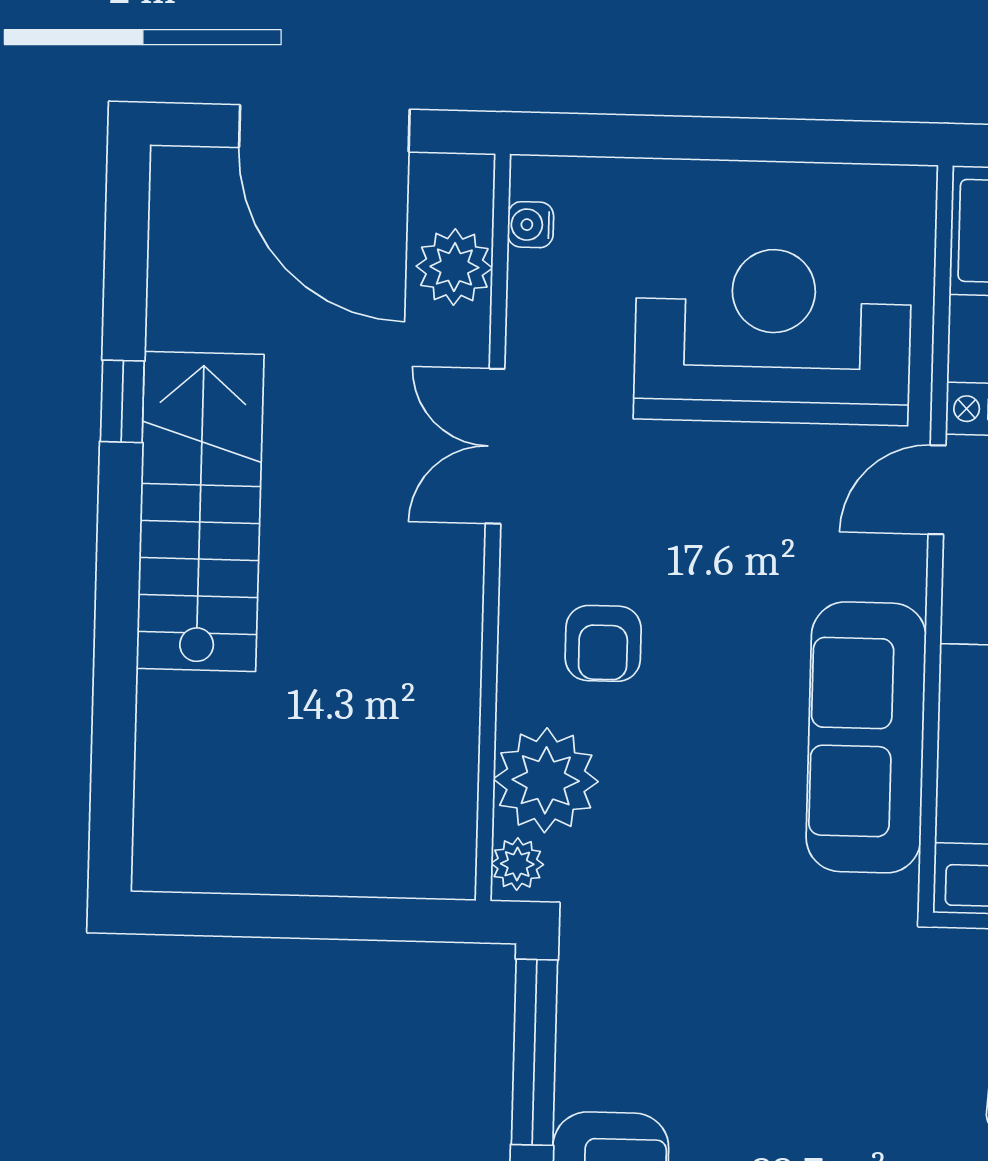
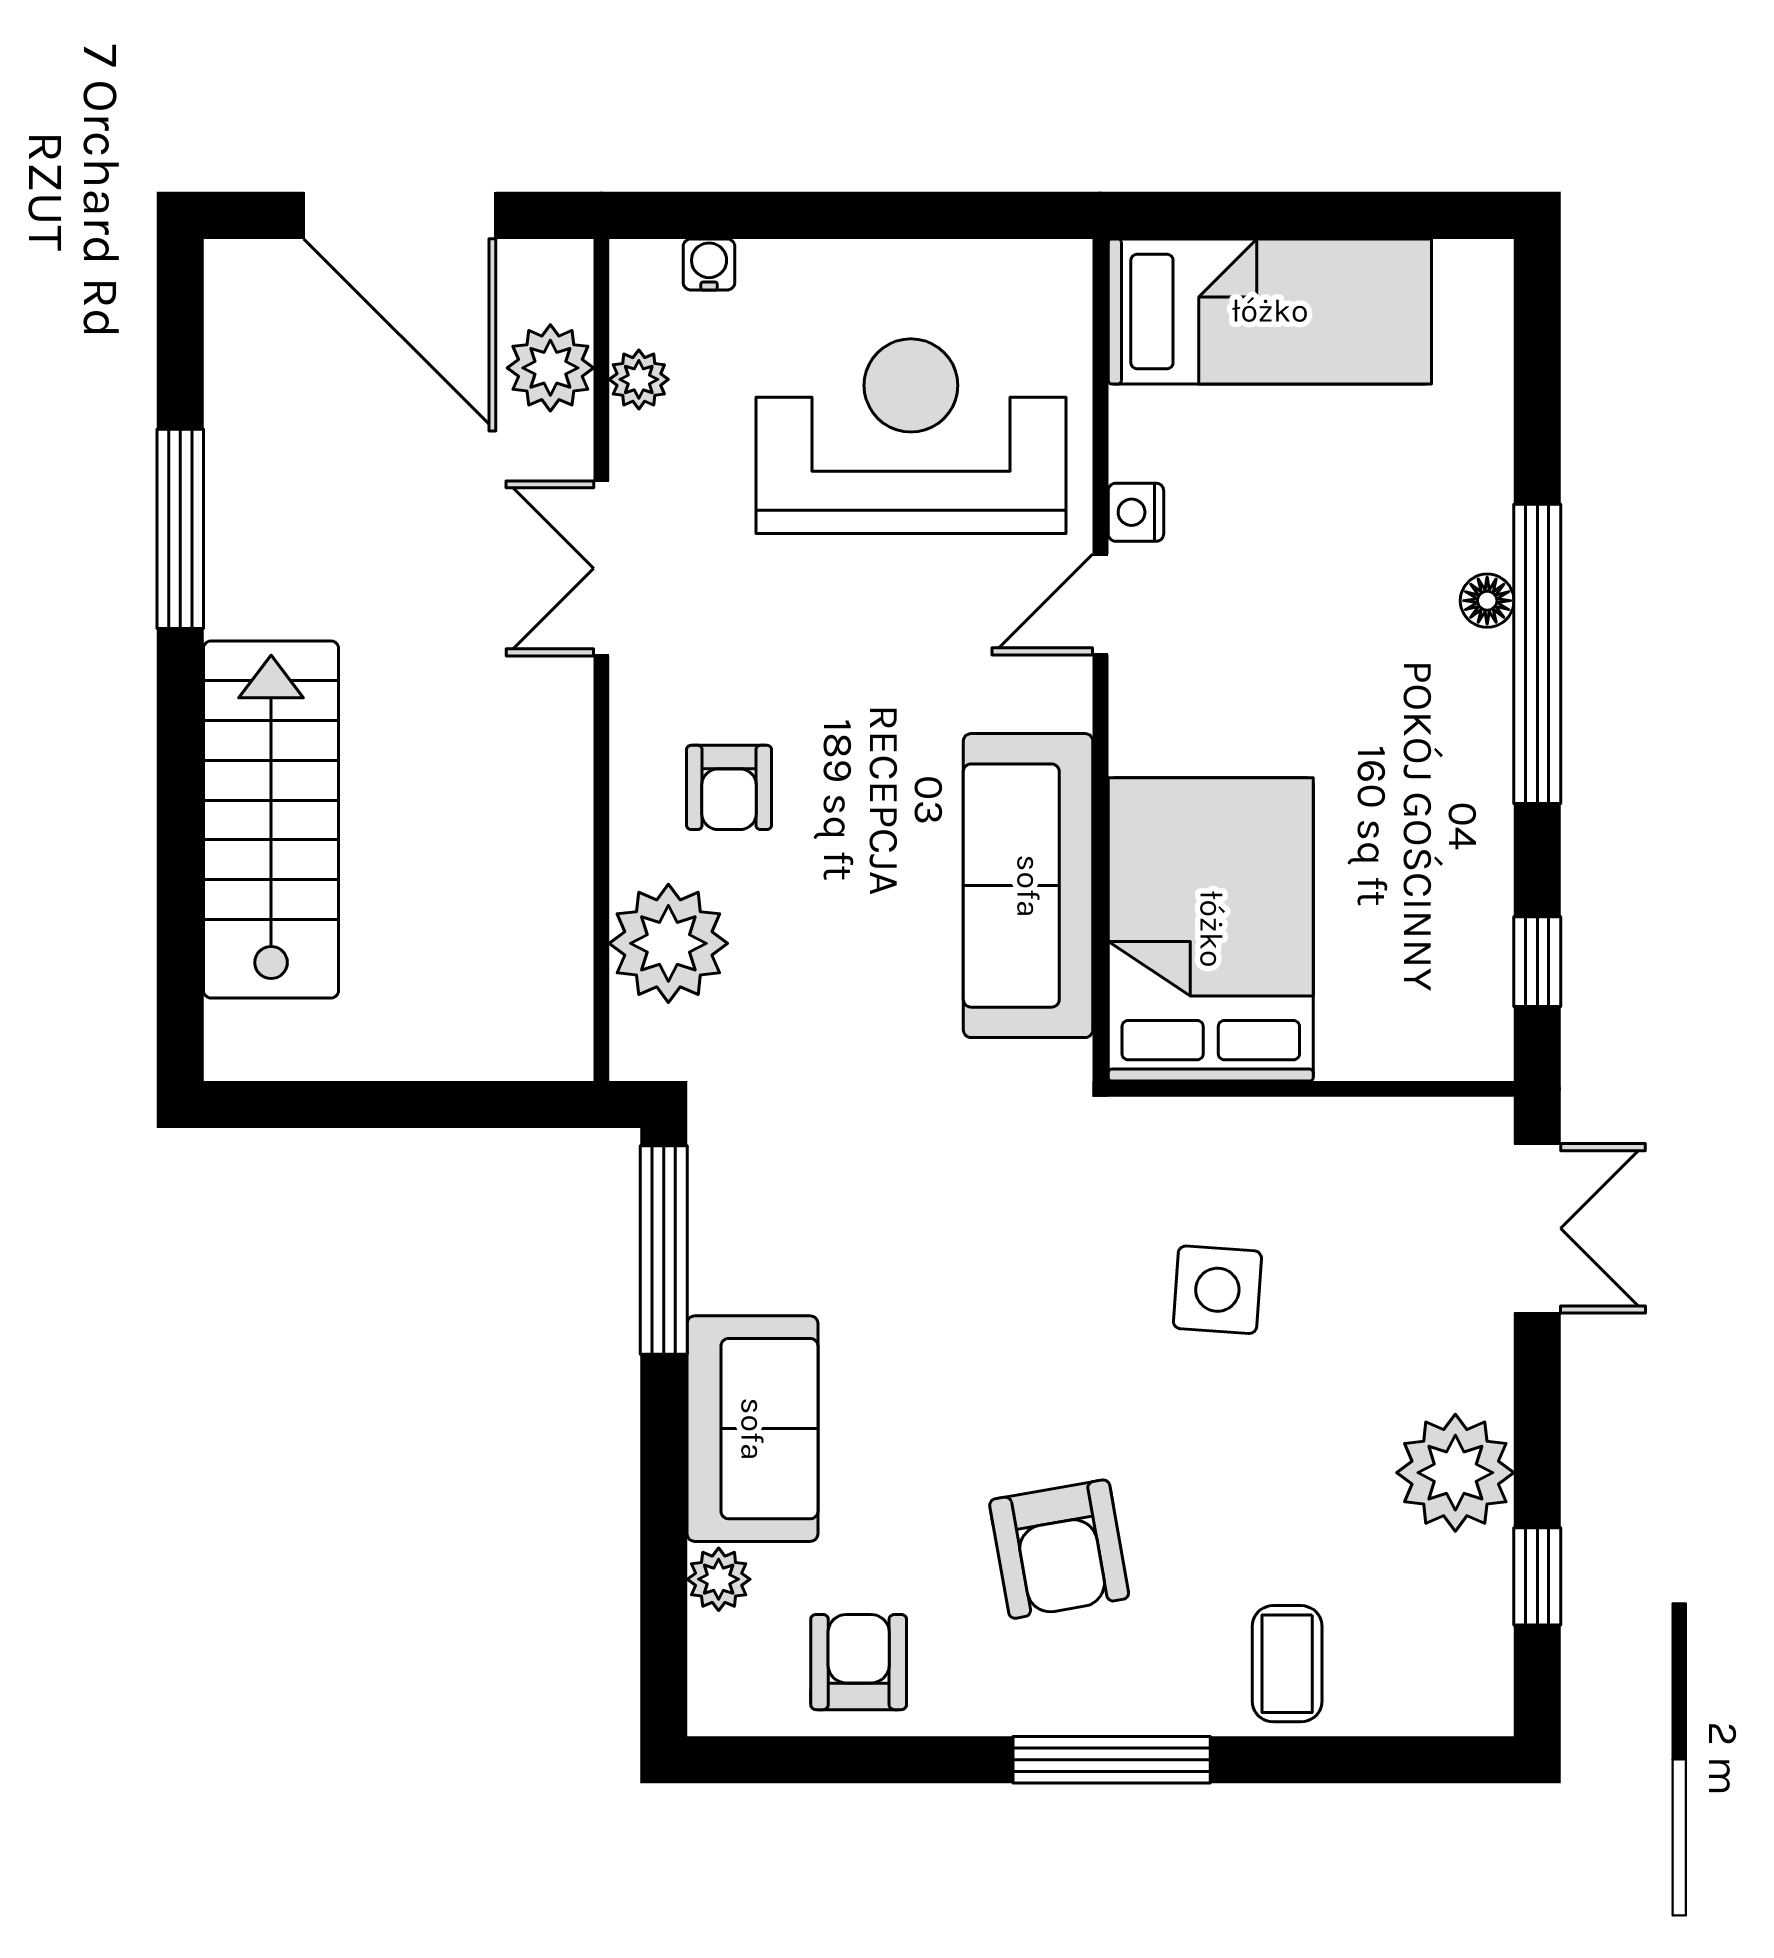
water cooler: (530, 225) -> (709, 264), moved, turned 90
window: (122, 401) -> (180, 529), width x2.17
stairs: (200, 511) -> (271, 819), moved
plant: (517, 864) -> (639, 379), moved

